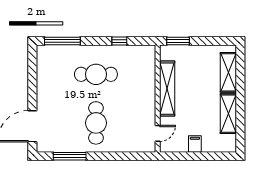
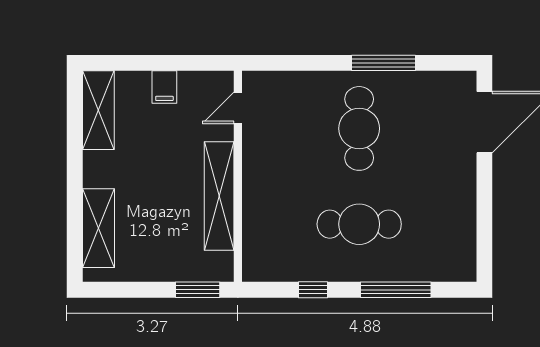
window: (62, 41) -> (396, 290), moved
shelving: (228, 114) -> (98, 110), moved
window: (70, 156) -> (384, 63), moved

